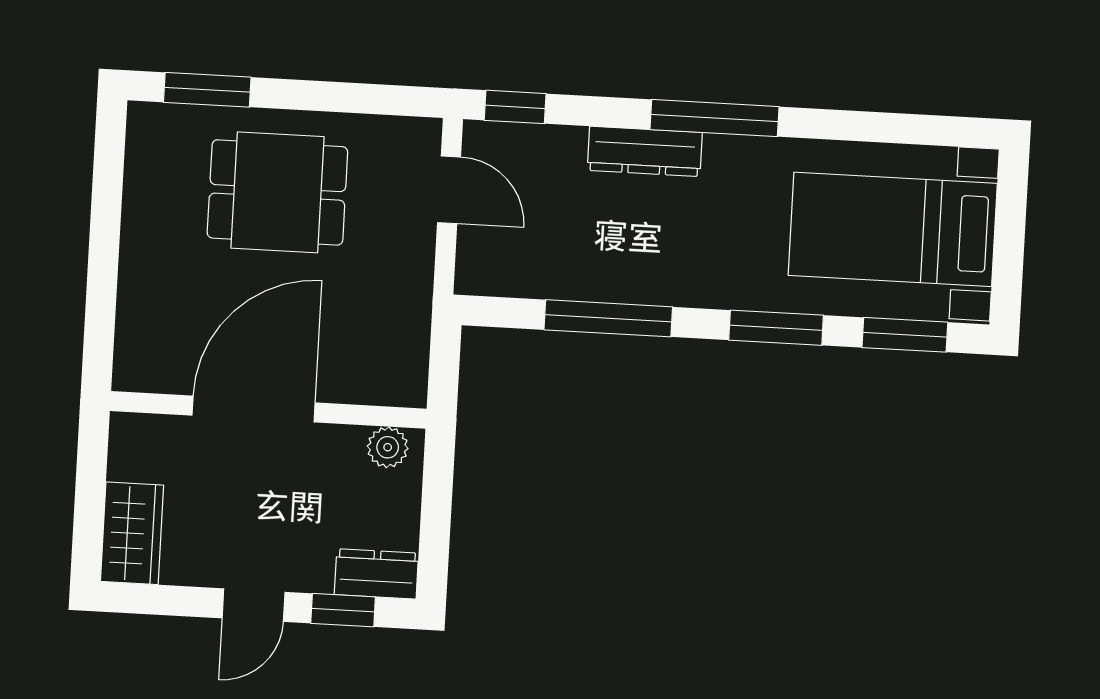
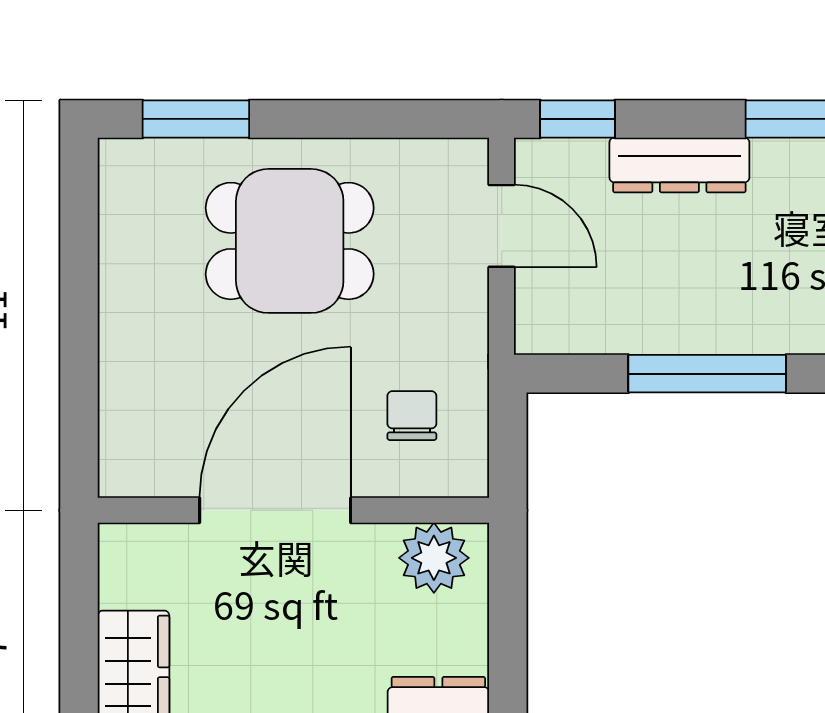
dresser: (645, 151) -> (679, 165), moved
chair: (368, 339) -> (412, 416), added
plant: (388, 447) -> (434, 558), width x1.38, depth x1.38

